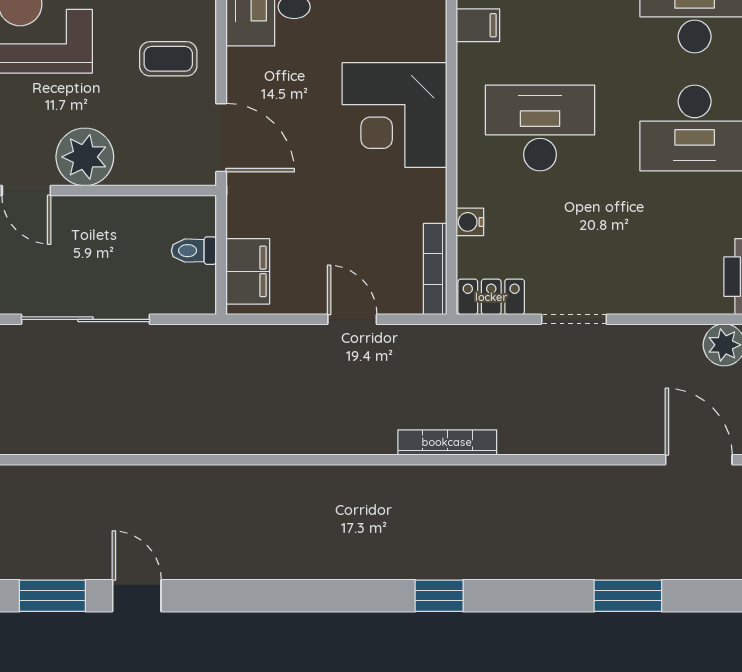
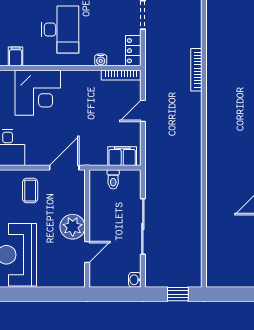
corner desk: (394, 115) -> (38, 93), moved
desk: (540, 128) -> (60, 30), turned 180

